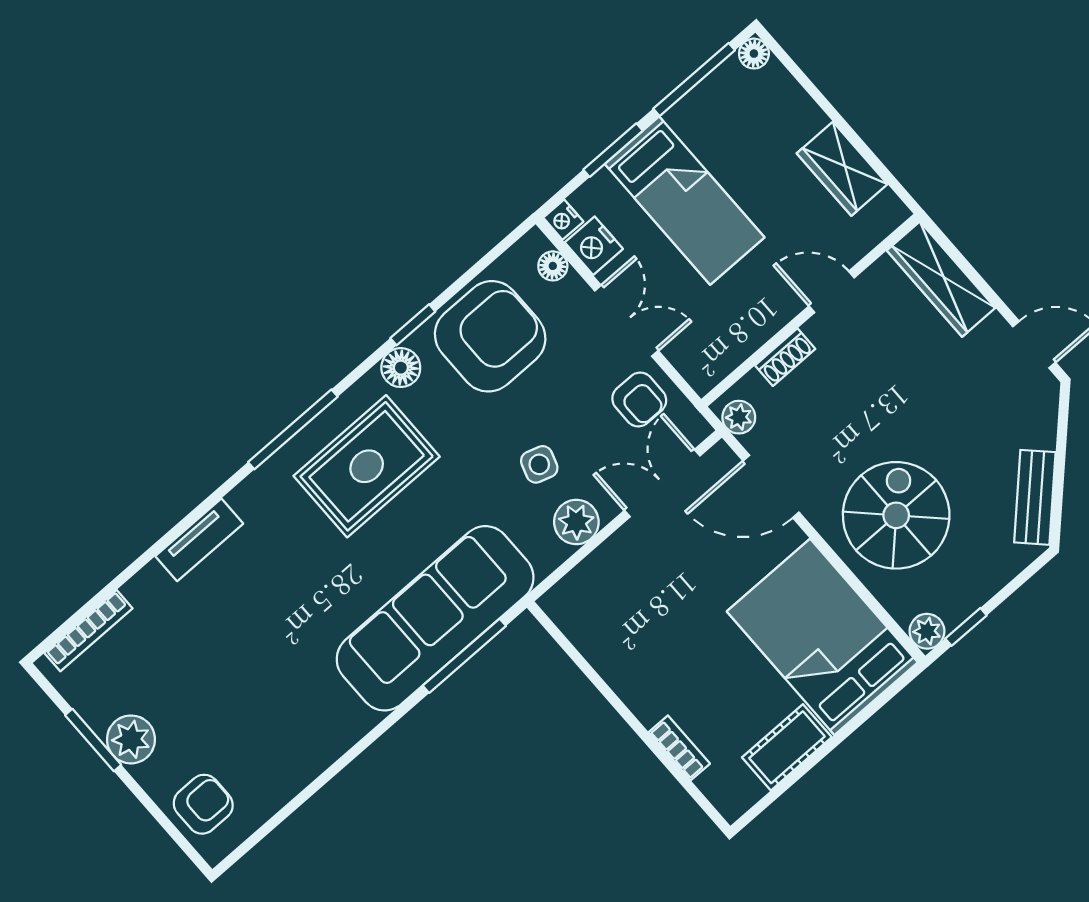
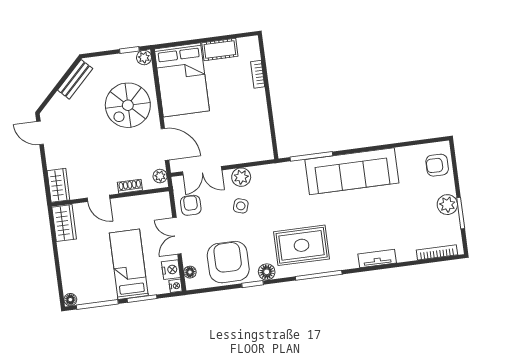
wardrobe: (842, 169) -> (64, 223), moved
wardrobe: (941, 279) -> (58, 185), width x0.67
armchair: (490, 336) -> (228, 262), turned 90
sofa: (435, 618) -> (352, 171), moved

